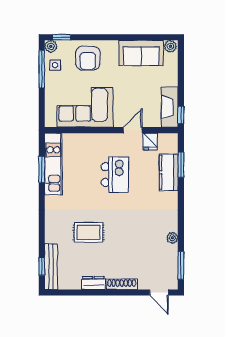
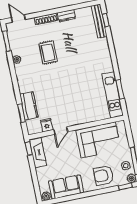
armchair: (88, 58) -> (103, 175), turned -90
kitchen island: (115, 175) -> (67, 96), removed
rug: (89, 232) -> (48, 53), moved, turned 90

